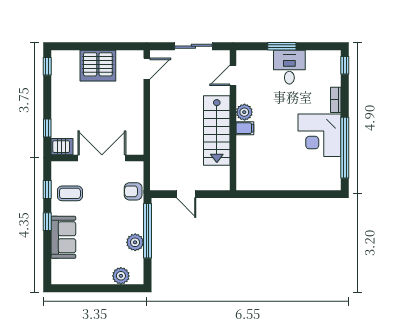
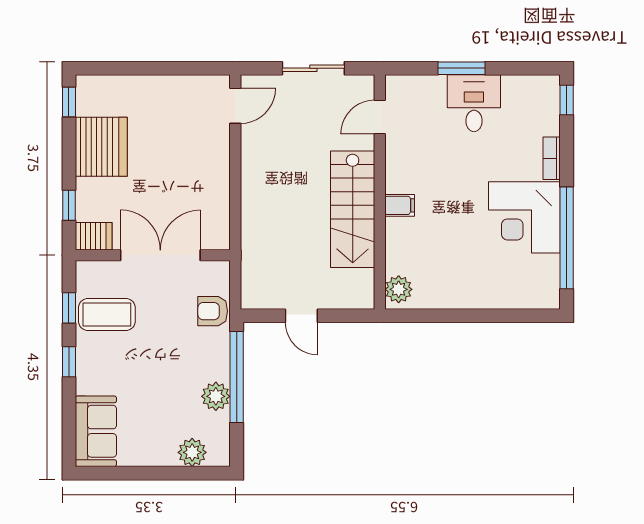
server rack: (98, 66) -> (101, 147), moved, turned -90
plant: (244, 112) -> (399, 289), moved
coffee table: (70, 193) -> (107, 314), width x1.36, depth x1.30
sofa: (63, 237) -> (96, 431), moved

